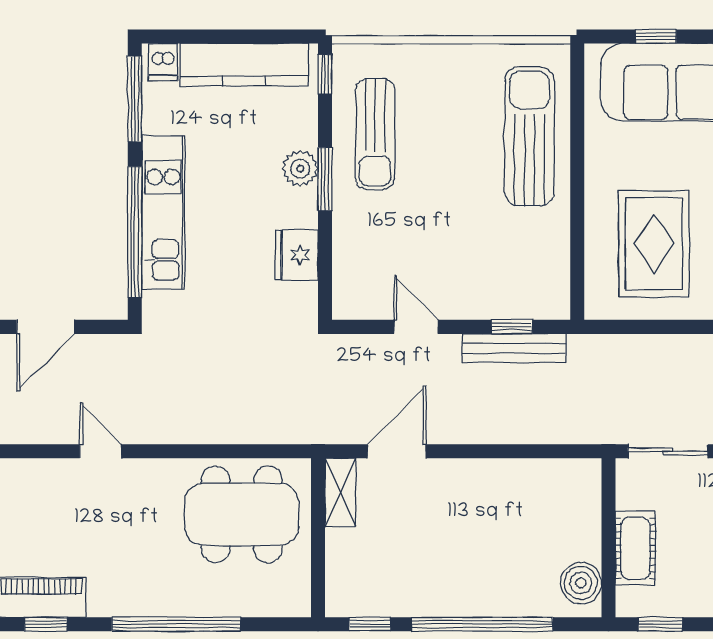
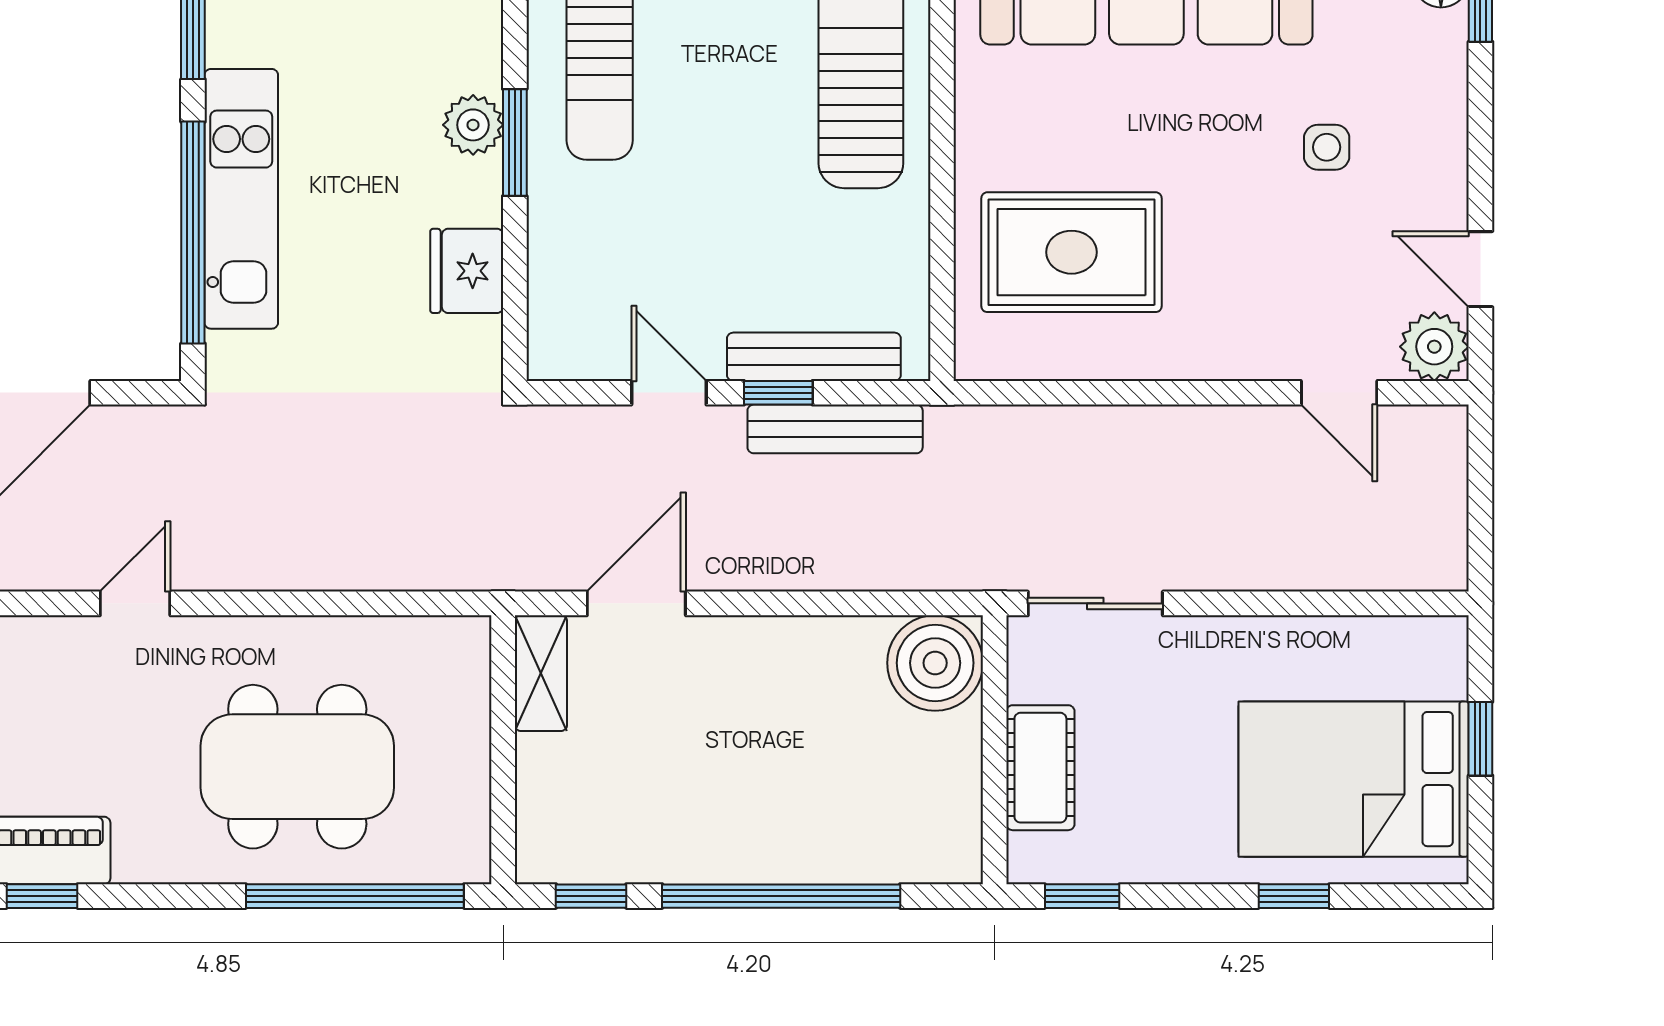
rug: (654, 244) -> (1072, 252), turned 90
bench: (502, 306) -> (814, 357), added
window: (512, 327) -> (778, 393), moved
door: (101, 451) -> (135, 603), hinge flipped
dining table: (242, 514) -> (297, 767), moved
boiler: (581, 583) -> (935, 663), moved, width x1.37, depth x1.37
window: (176, 624) -> (355, 896), moved

